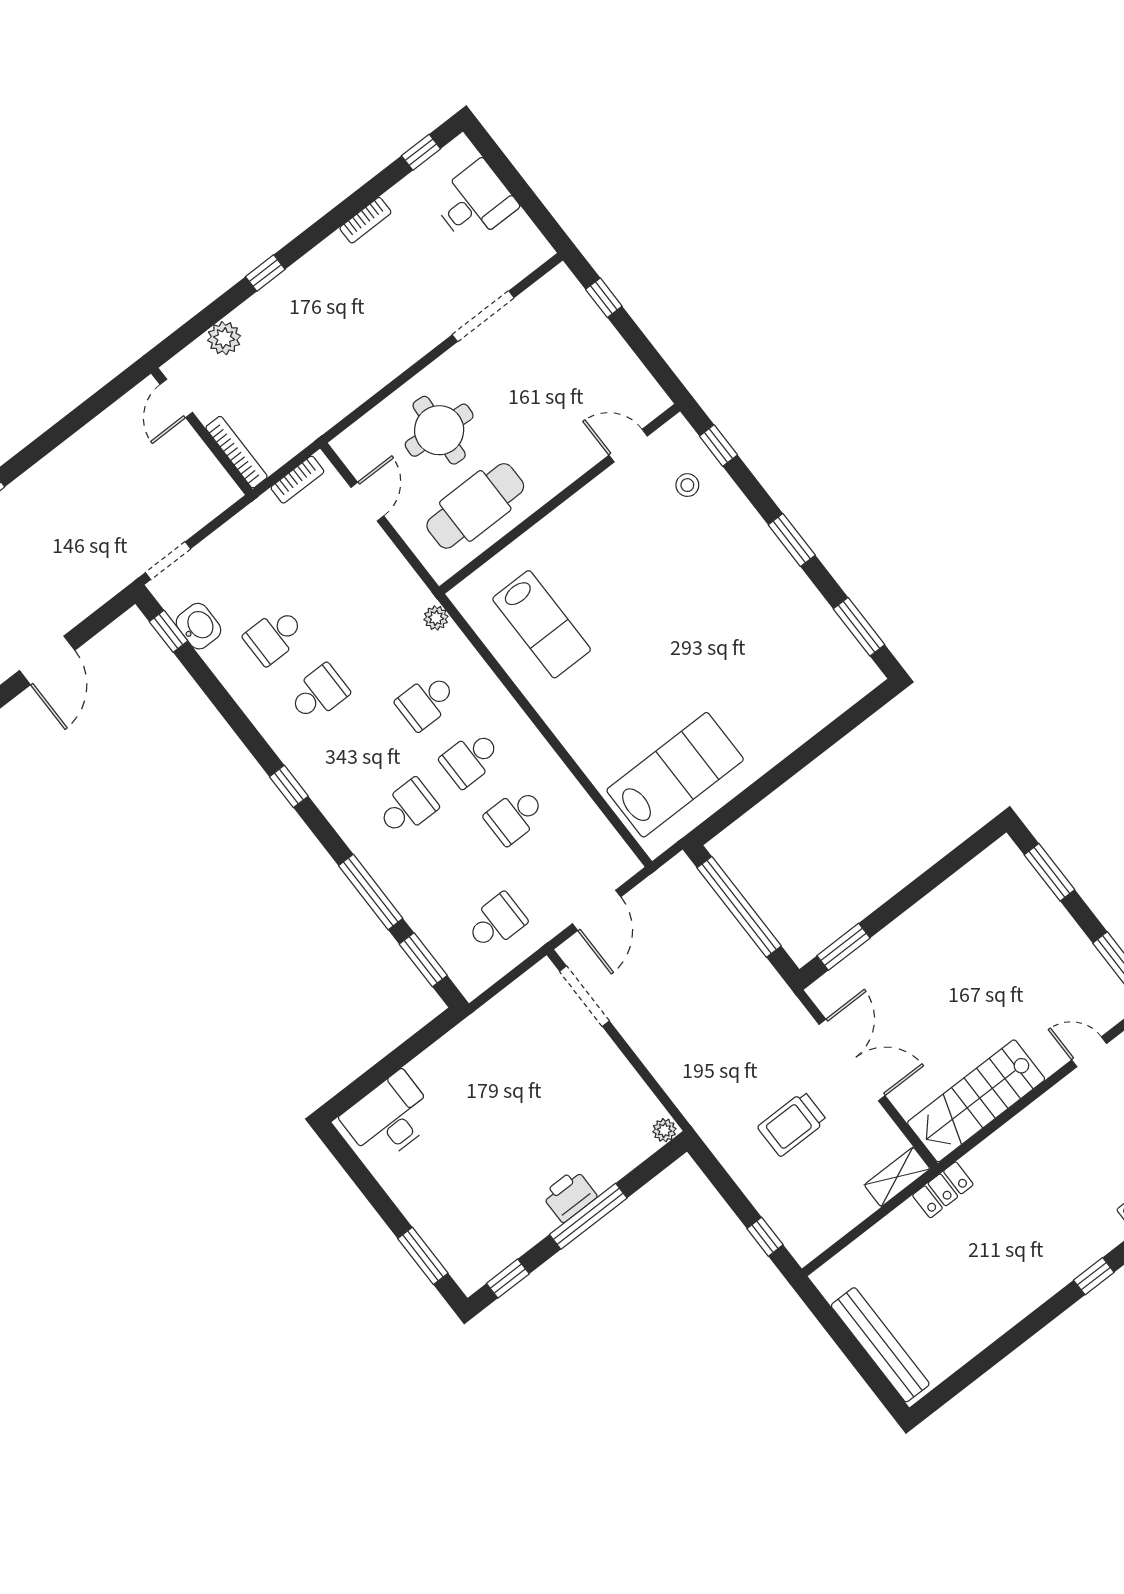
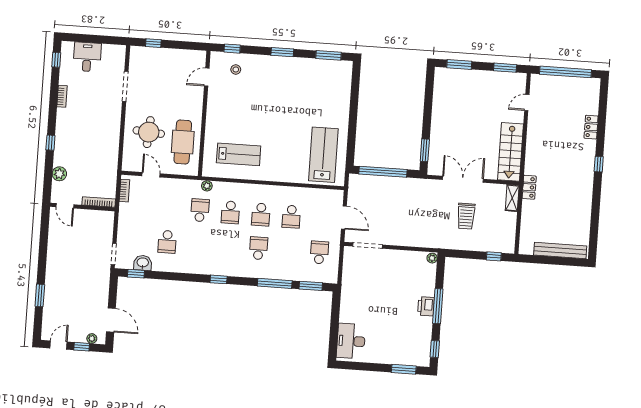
school desk: (319, 693) -> (200, 210), moved

